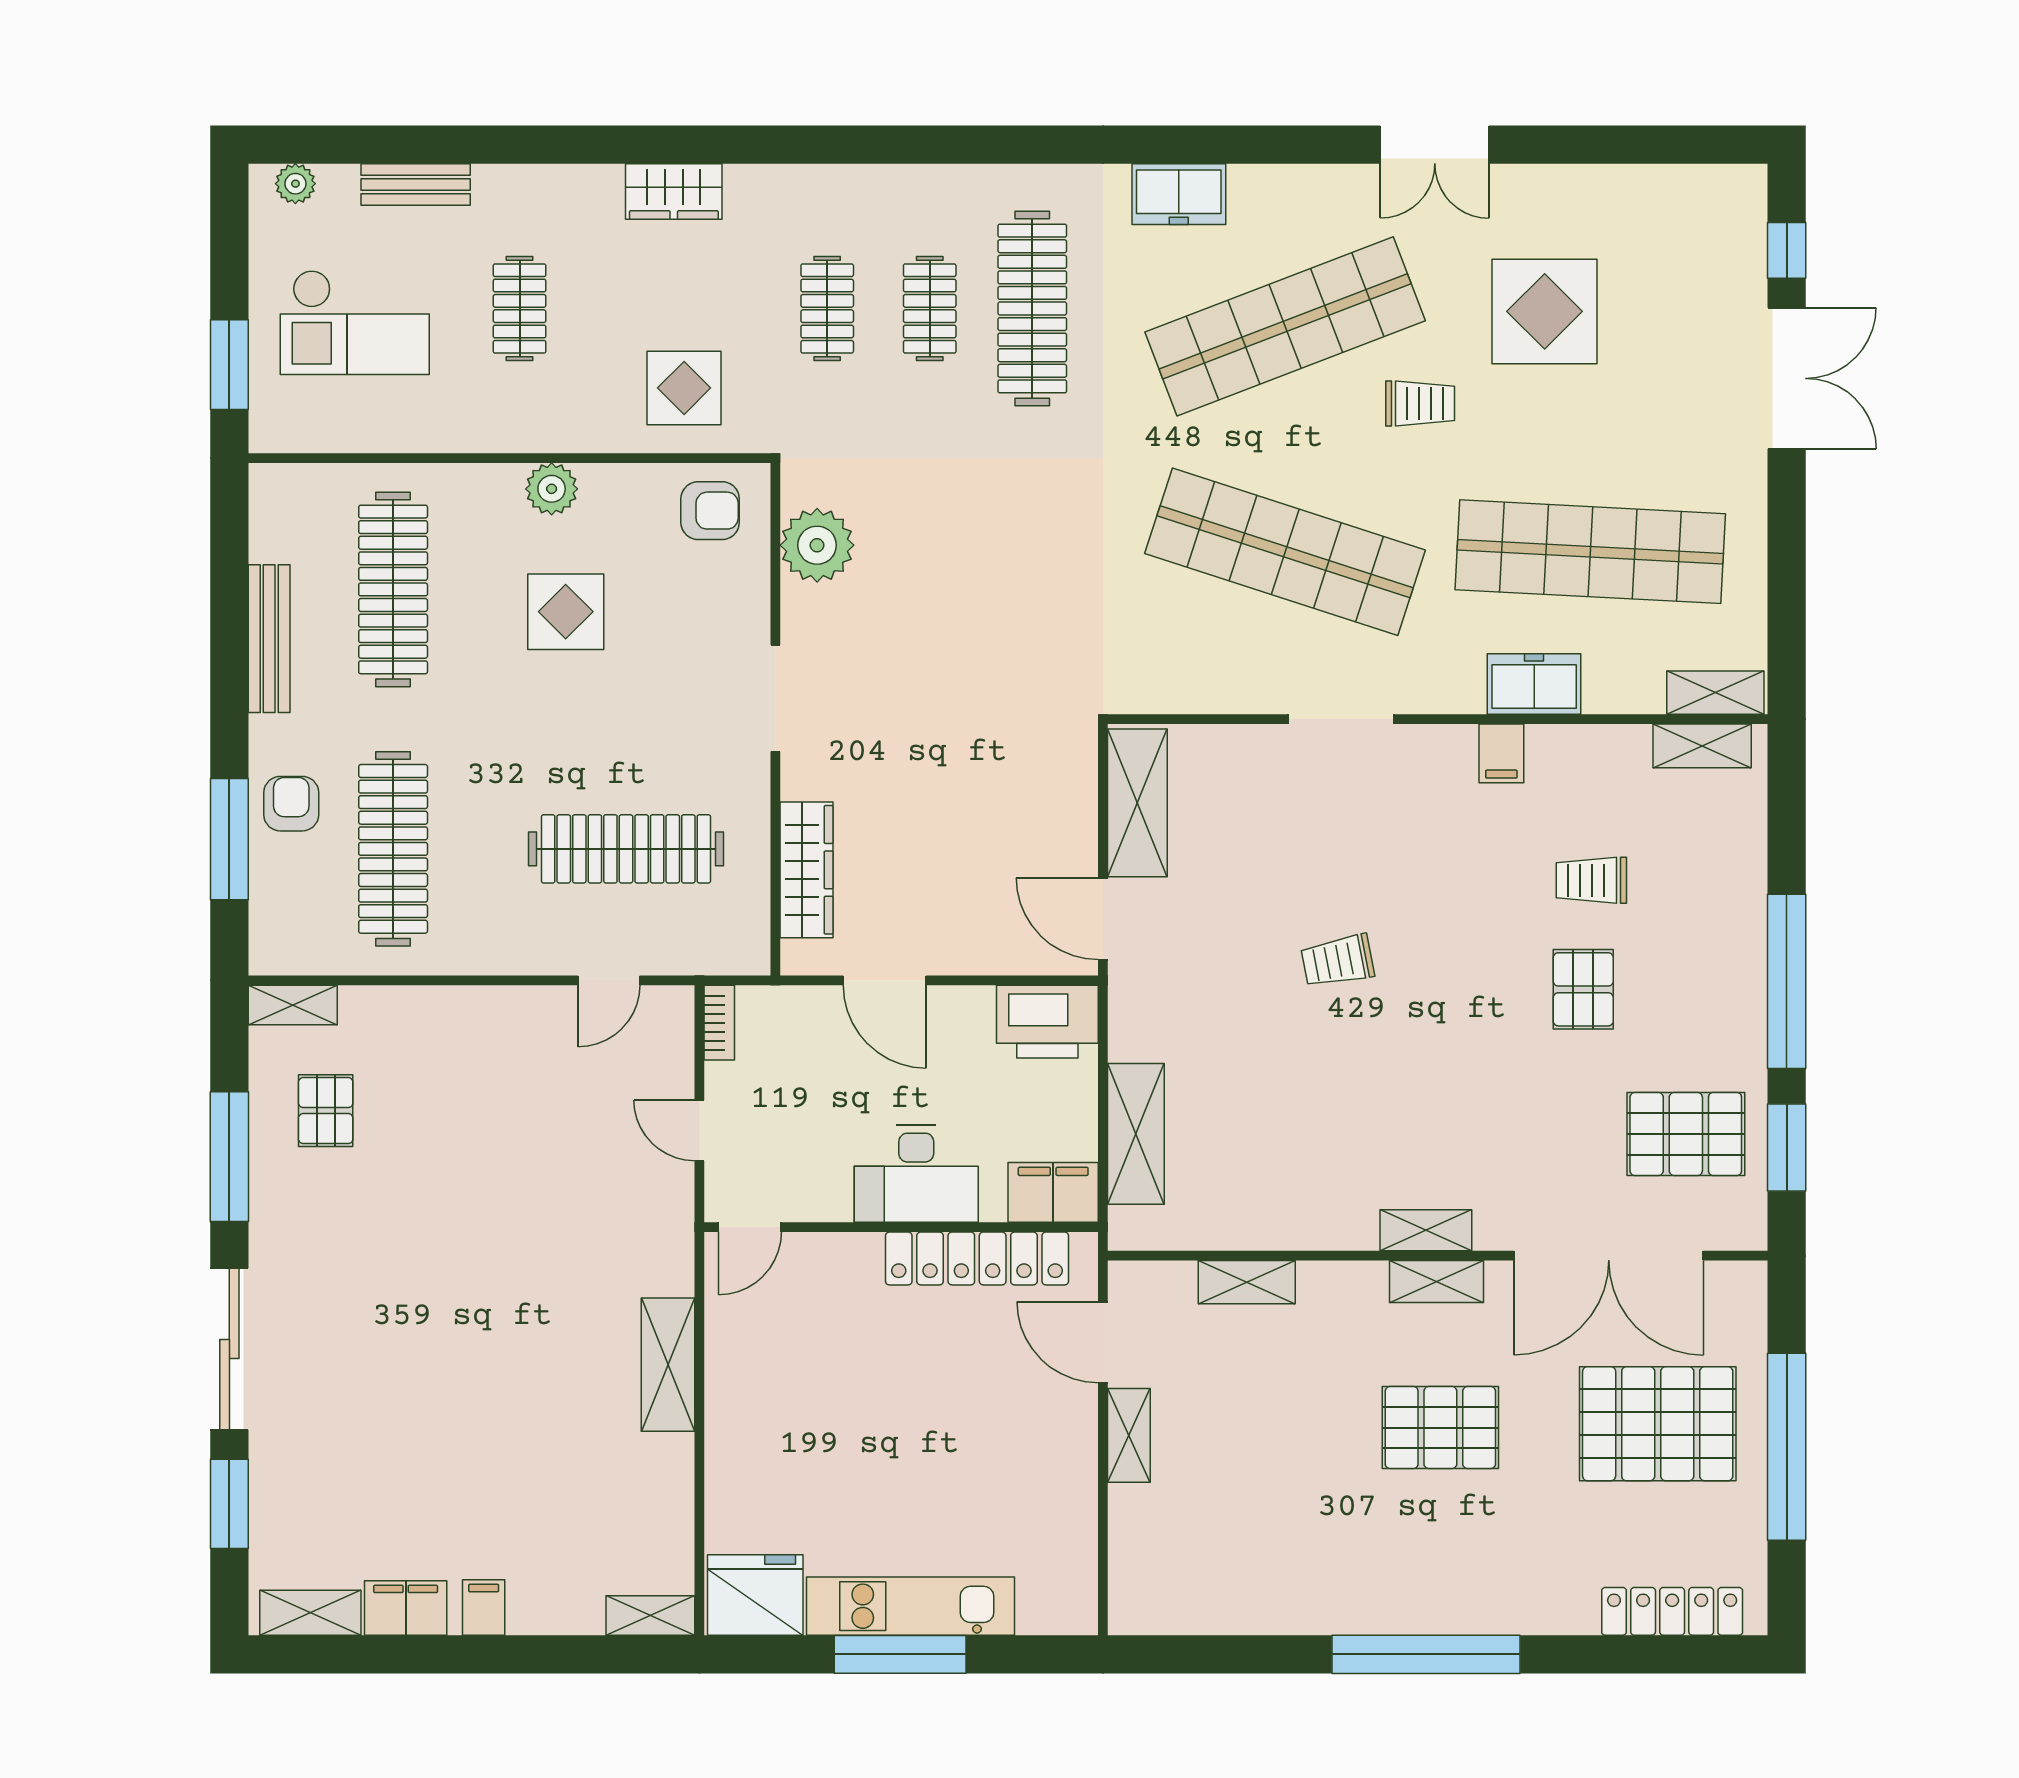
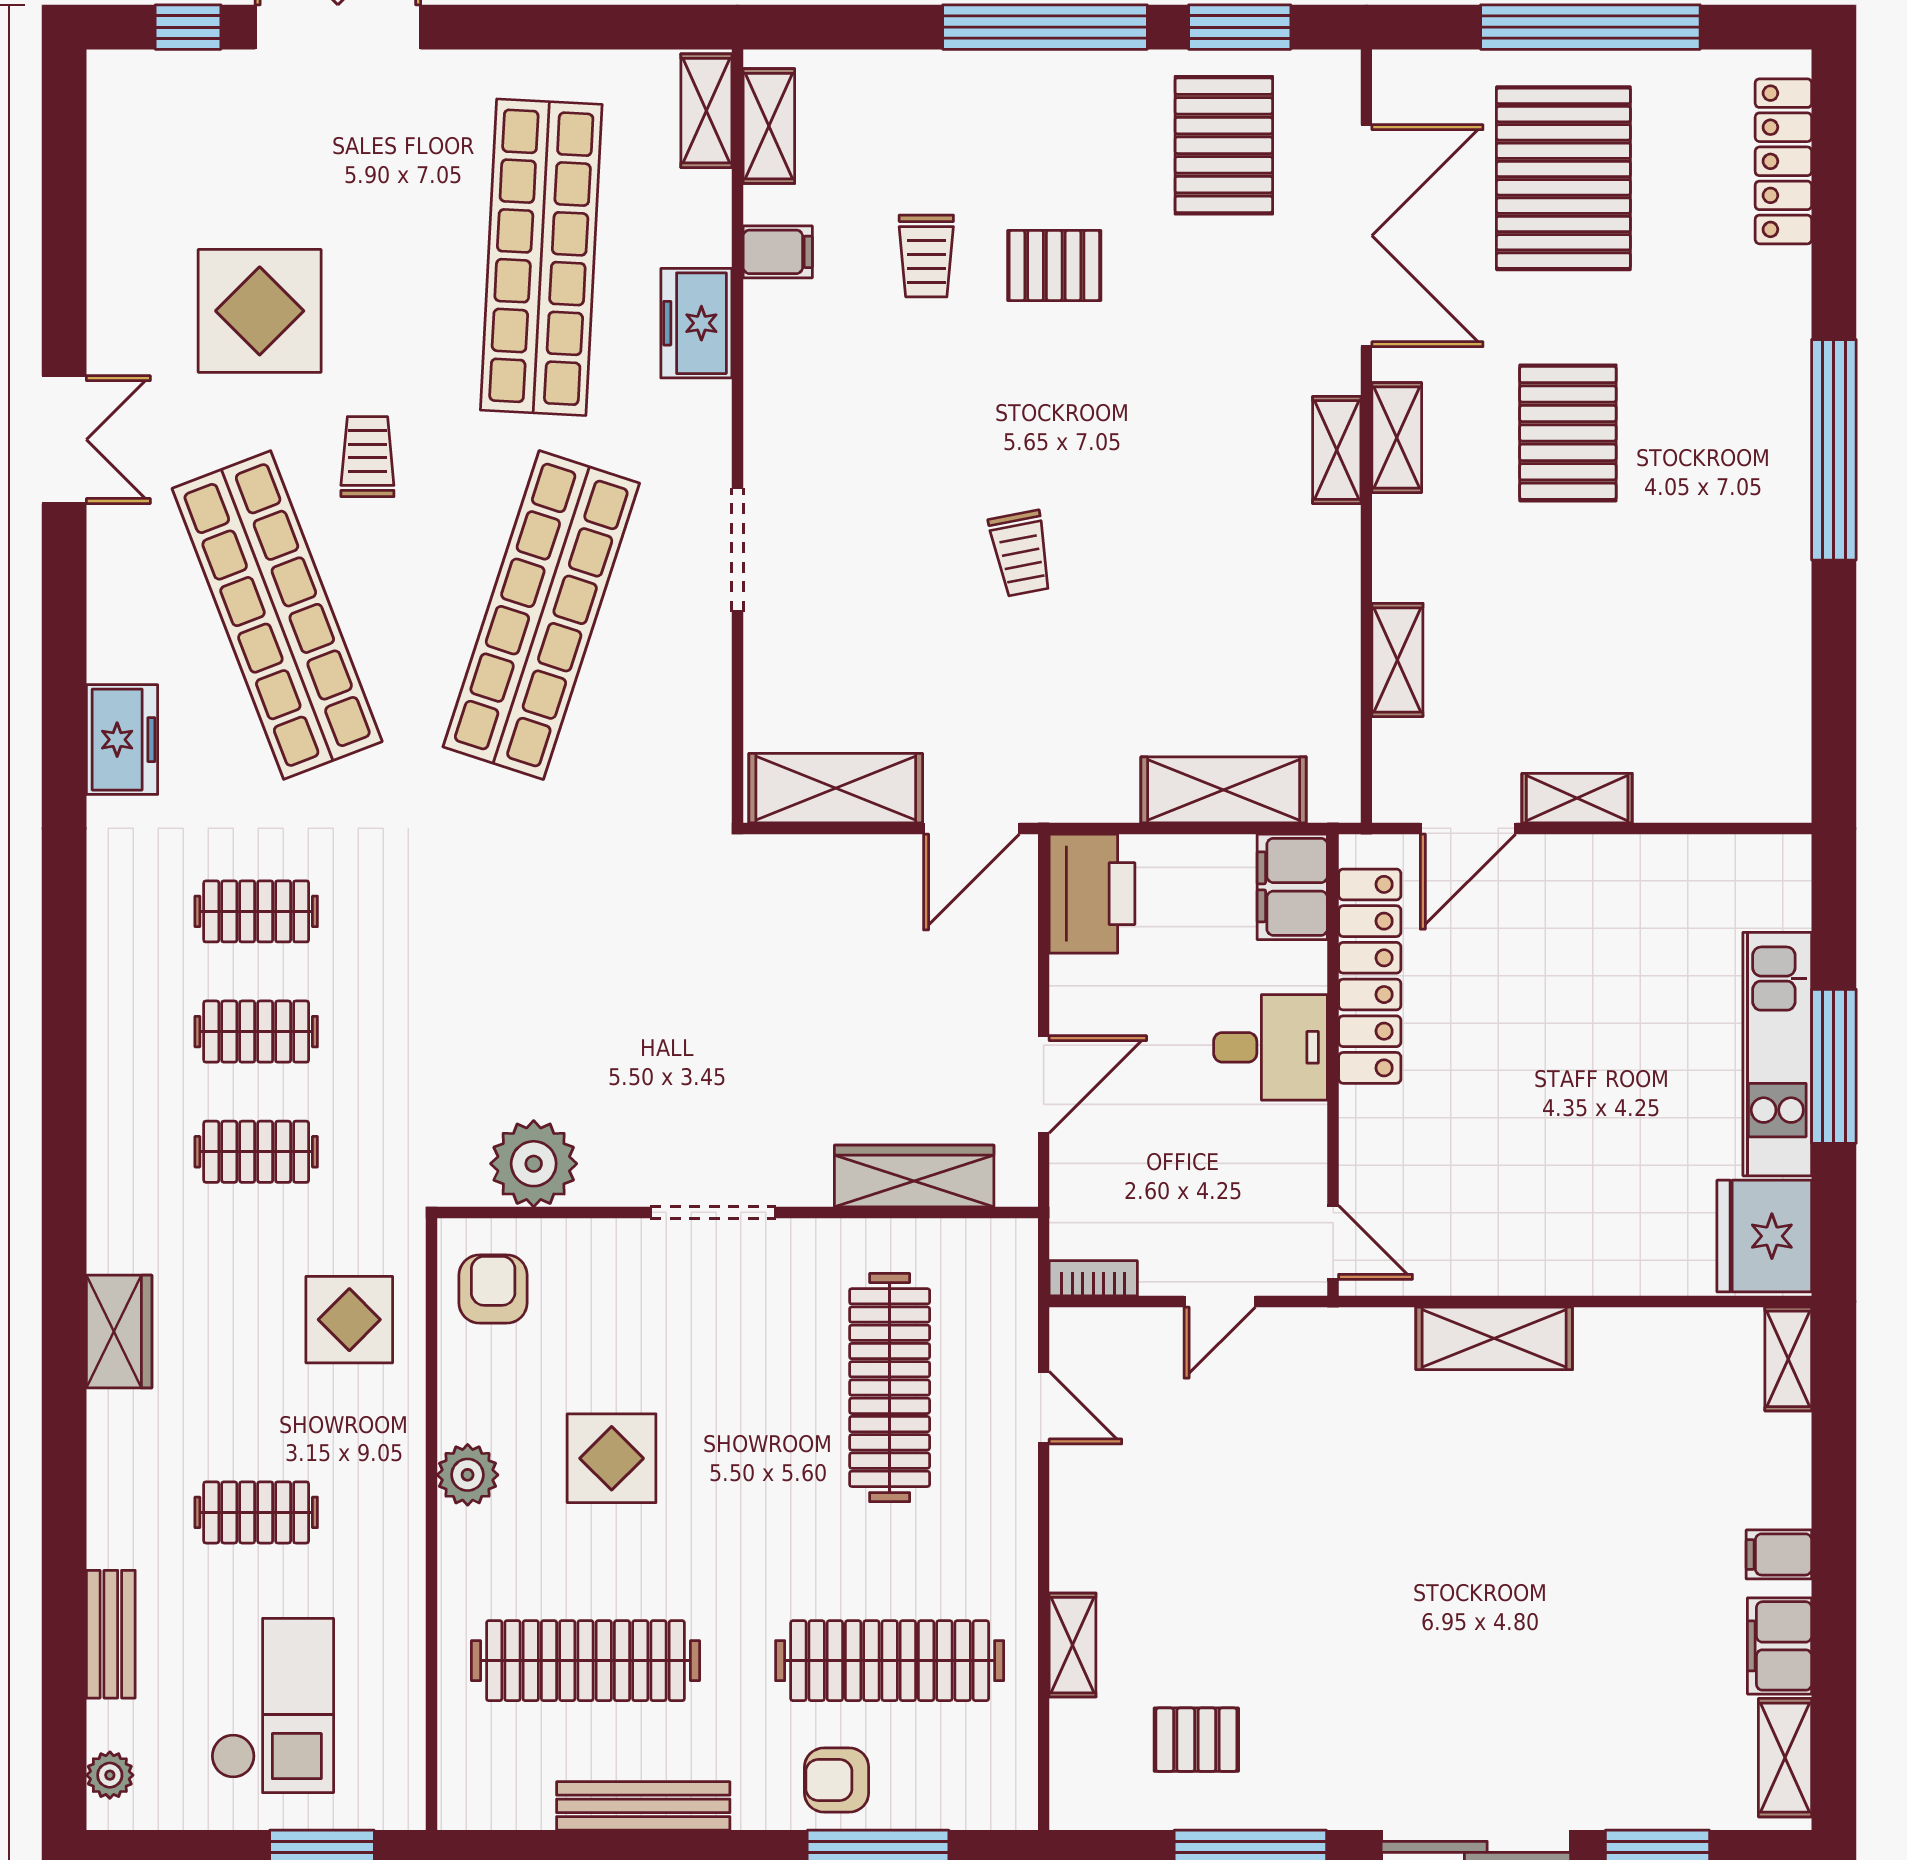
clothes rail: (1032, 309) -> (256, 911), width x0.54, depth x0.76
filing cabinet: (1501, 753) -> (778, 252), moved
shelving: (293, 1005) -> (1073, 1645), moved
desk: (916, 1174) -> (1271, 1047), width x0.73

